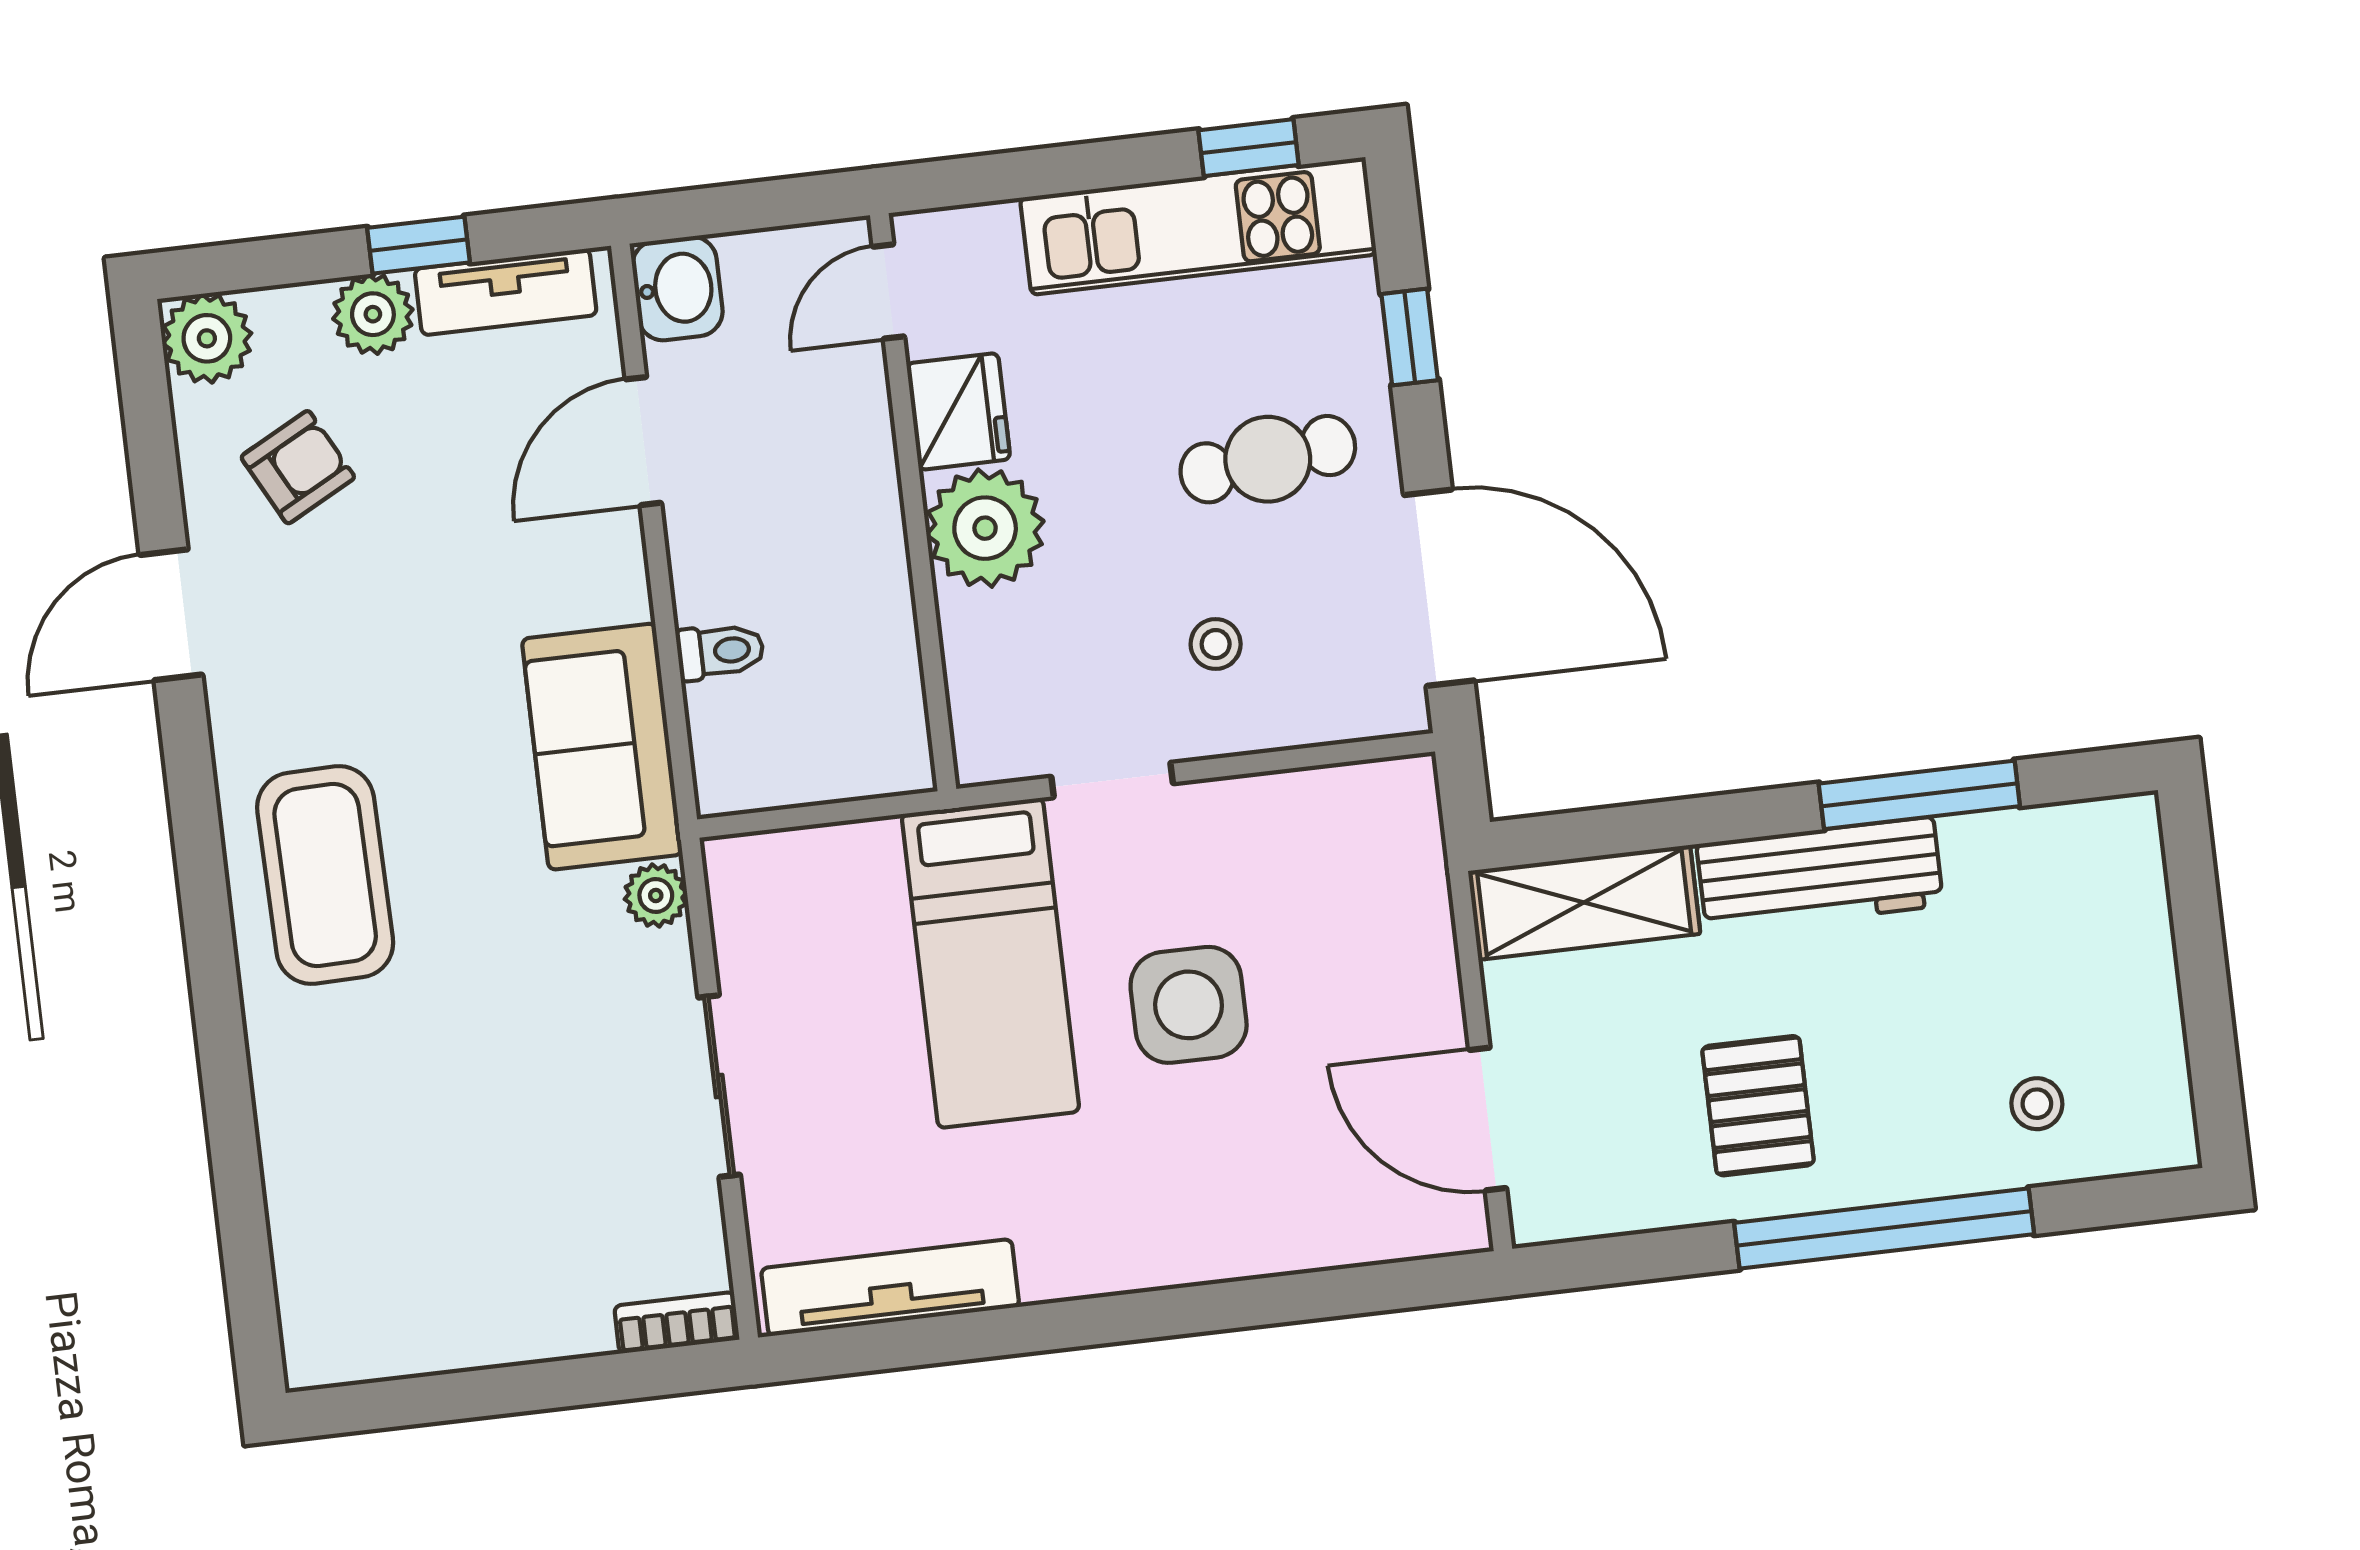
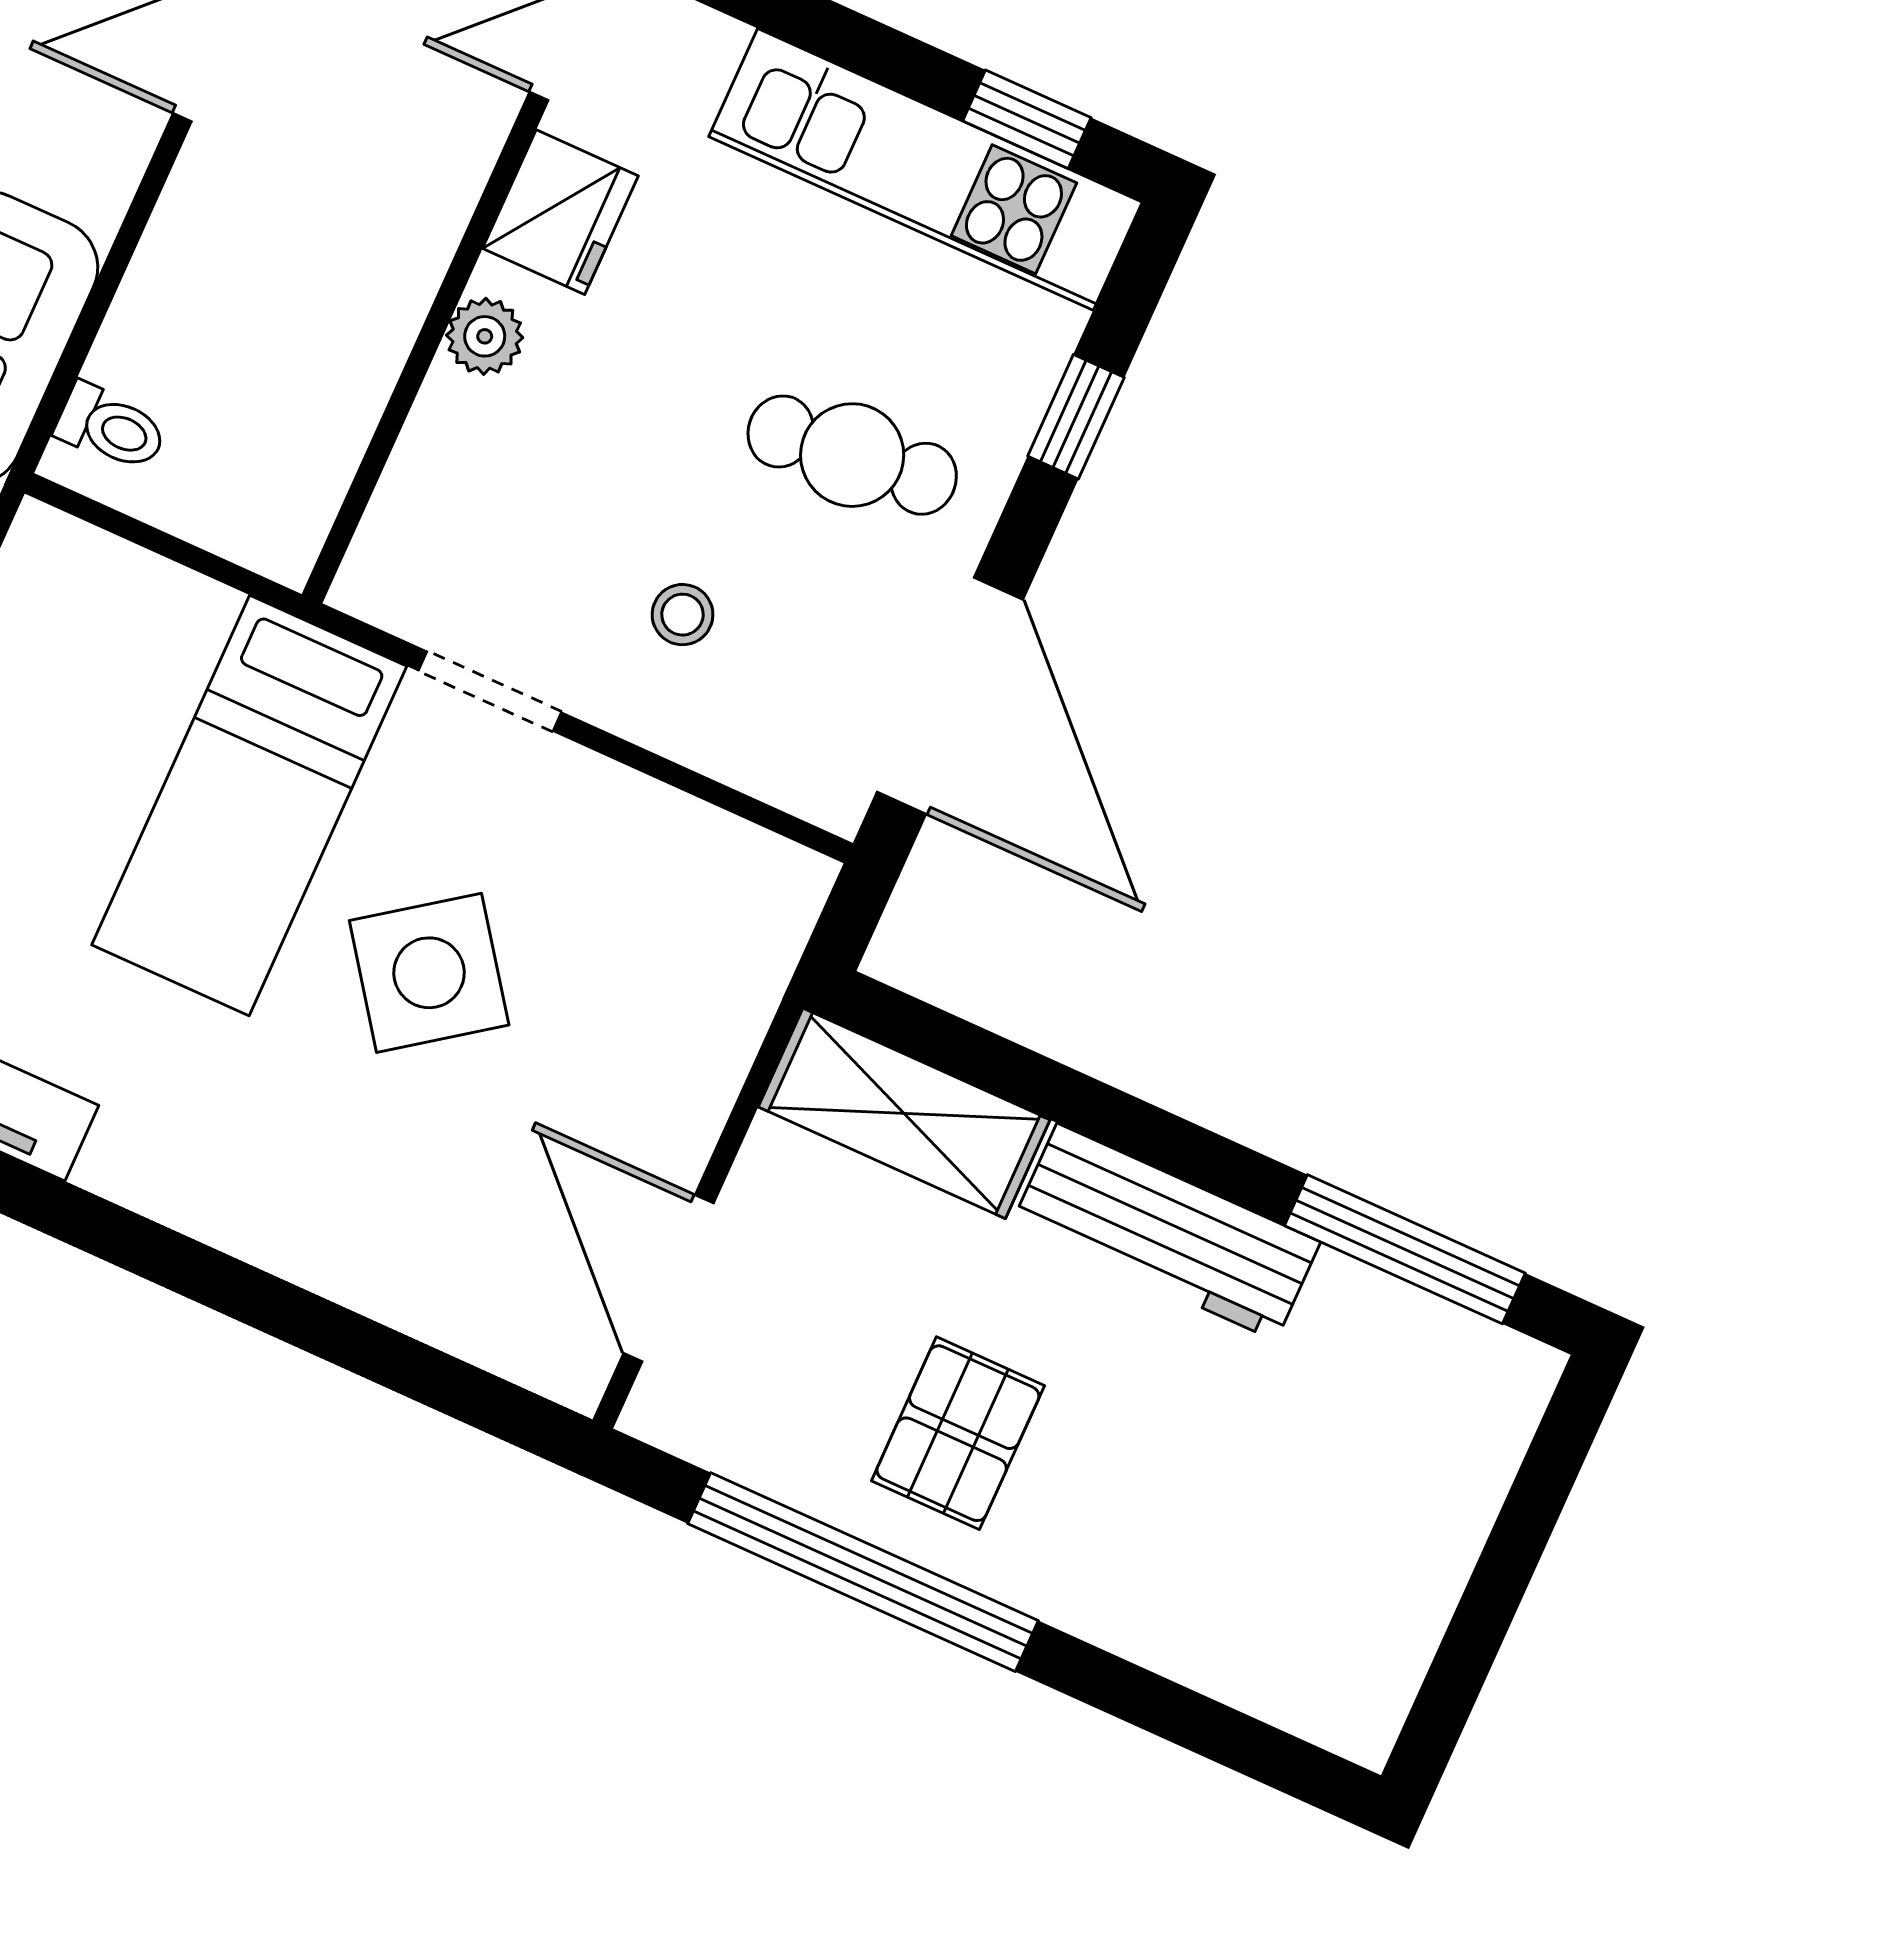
plant: (985, 528) -> (485, 336), width x0.53, depth x0.53
toilet: (720, 651) -> (111, 428), moved
window: (1919, 795) -> (1405, 1249), moved
side table: (1189, 1005) -> (429, 973), turned -36
stool: (2037, 1104) -> (1249, 1605), removed
window: (1884, 1228) -> (863, 1572), moved

